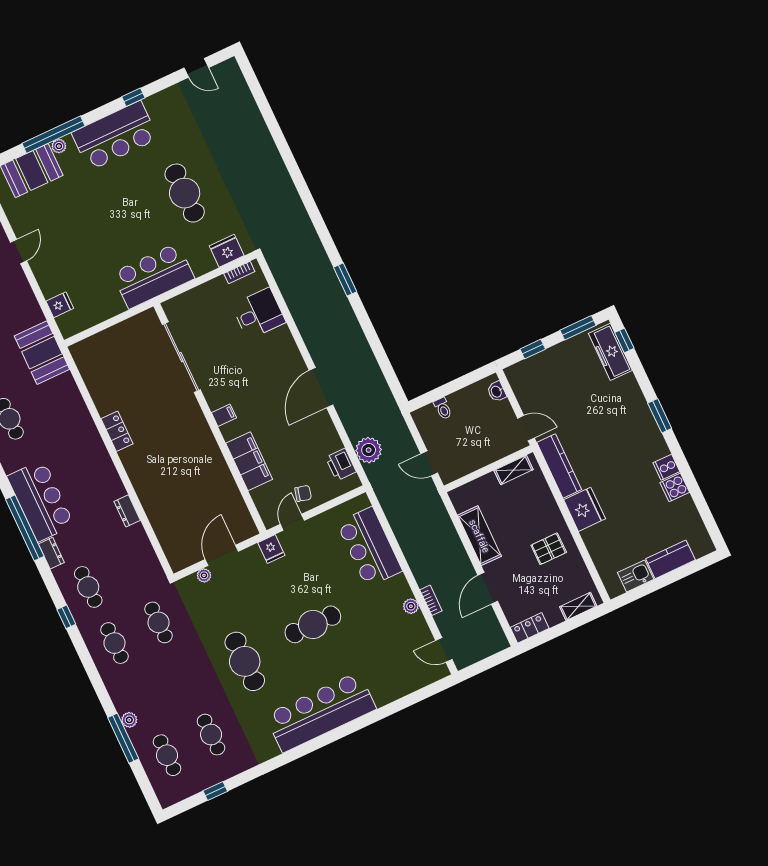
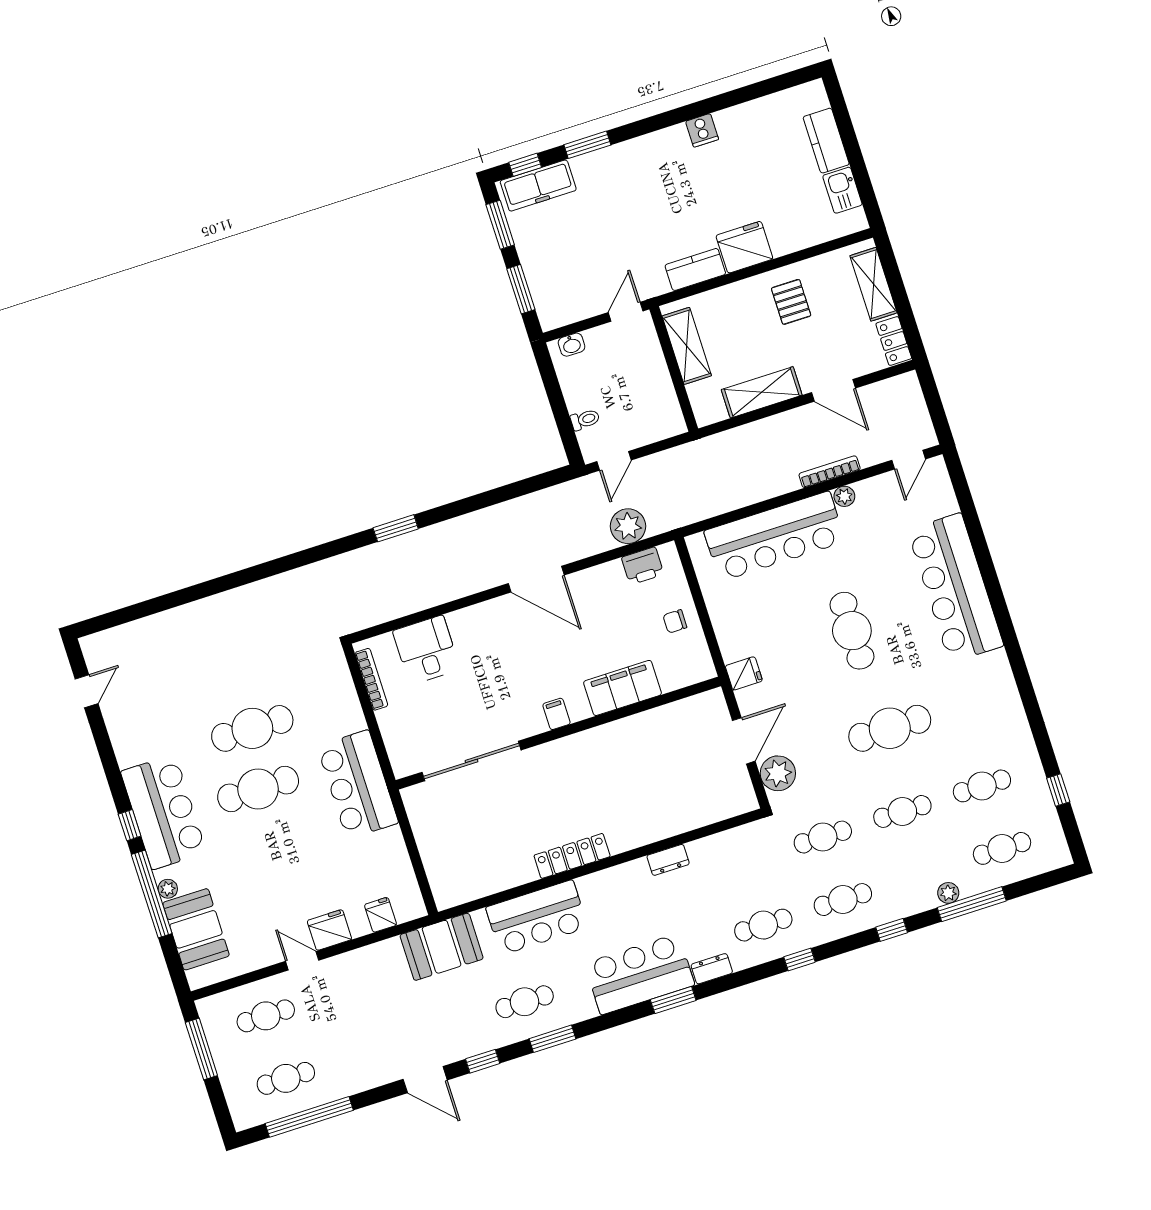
window: (133, 97) -> (130, 825), moved
cafe table: (141, 203) -> (258, 789), added
fridge: (227, 251) -> (329, 930), moved, turned 90
bookcase: (239, 272) -> (371, 679), width x1.56
window: (533, 349) -> (521, 289), width x1.50
window: (660, 416) -> (587, 145), moved
bar counter: (72, 420) -> (537, 917), added
locker: (117, 431) -> (572, 856), width x1.53
door: (429, 463) -> (614, 461), moved
kitchen counter: (559, 466) -> (695, 269), width x0.67
shelving: (514, 470) -> (687, 346), width x1.50, depth x1.33
cooker: (675, 487) -> (731, 123), removed
chair: (303, 493) -> (675, 621), turned -104
door: (292, 522) -> (712, 641), removed
window: (25, 528) -> (673, 1000), width x0.47
bar counter: (369, 547) -> (775, 536), width x1.36
door: (222, 555) -> (744, 741), swing flipped
plant: (204, 575) -> (778, 773), width x1.87, depth x1.87
bookcase: (431, 600) -> (830, 472), width x1.56
shelving: (578, 606) -> (874, 284), width x1.50, depth x1.33
cafe table: (185, 678) -> (902, 811), added
window: (97, 682) -> (892, 930), added
bar counter: (321, 712) -> (955, 588), moved

